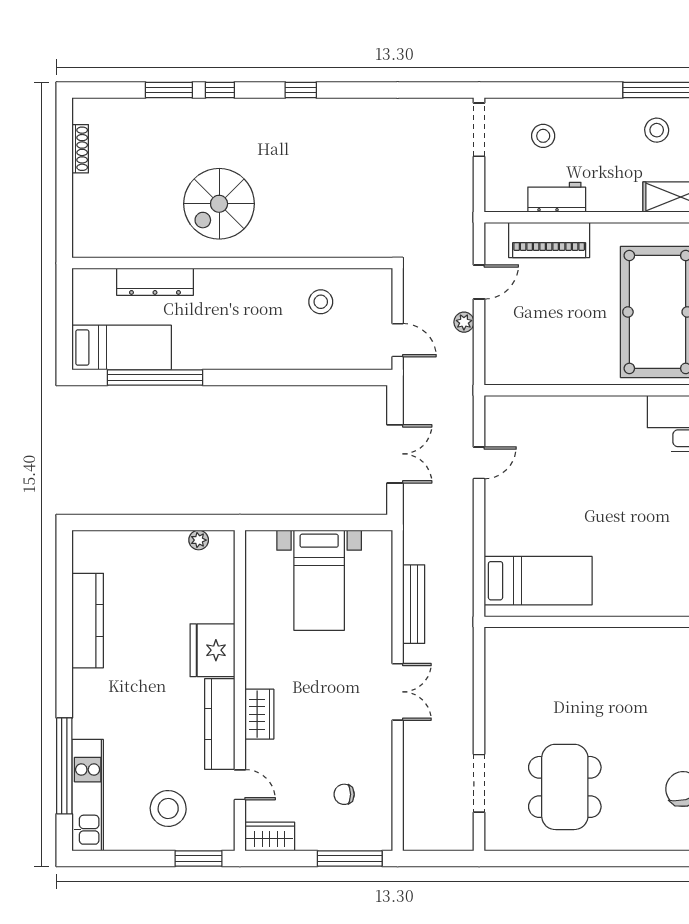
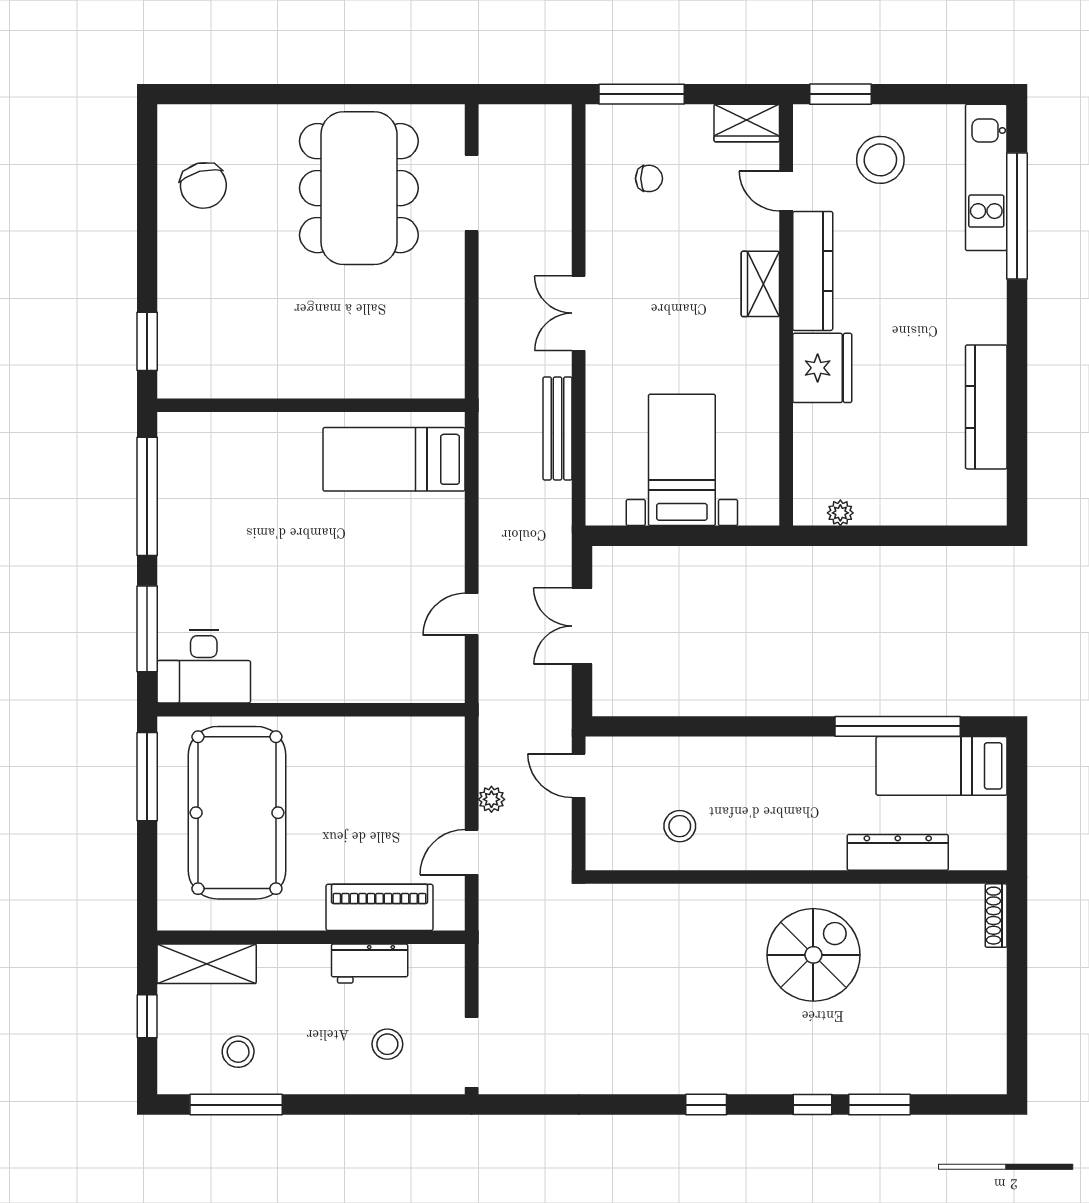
shoe rack: (80, 149) -> (996, 916), moved
dining table: (565, 787) -> (359, 188), width x1.36, depth x1.24

